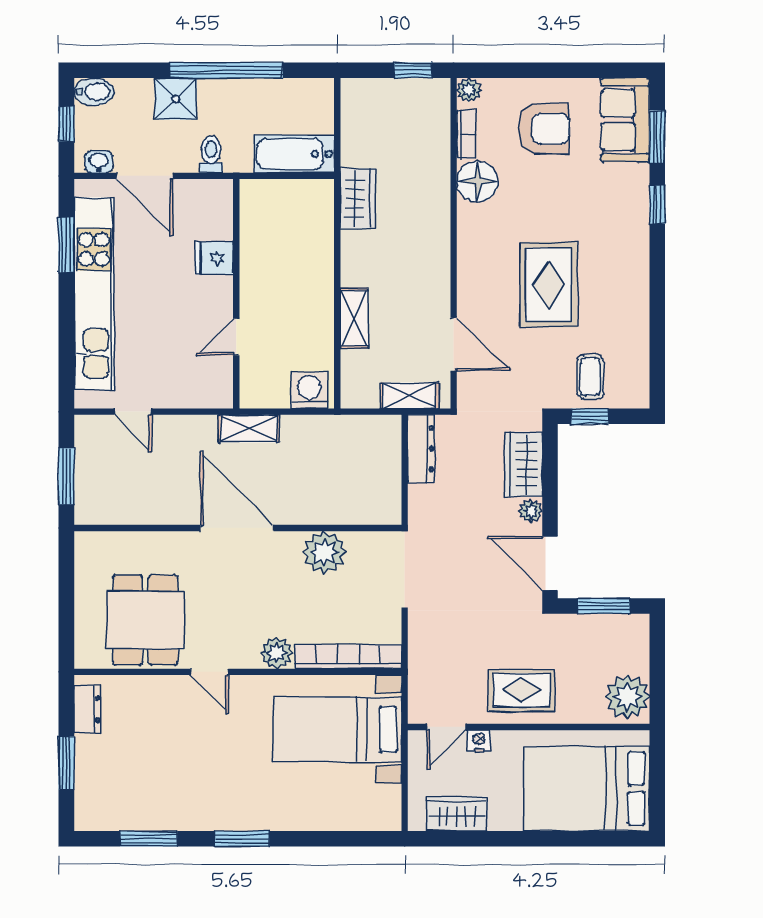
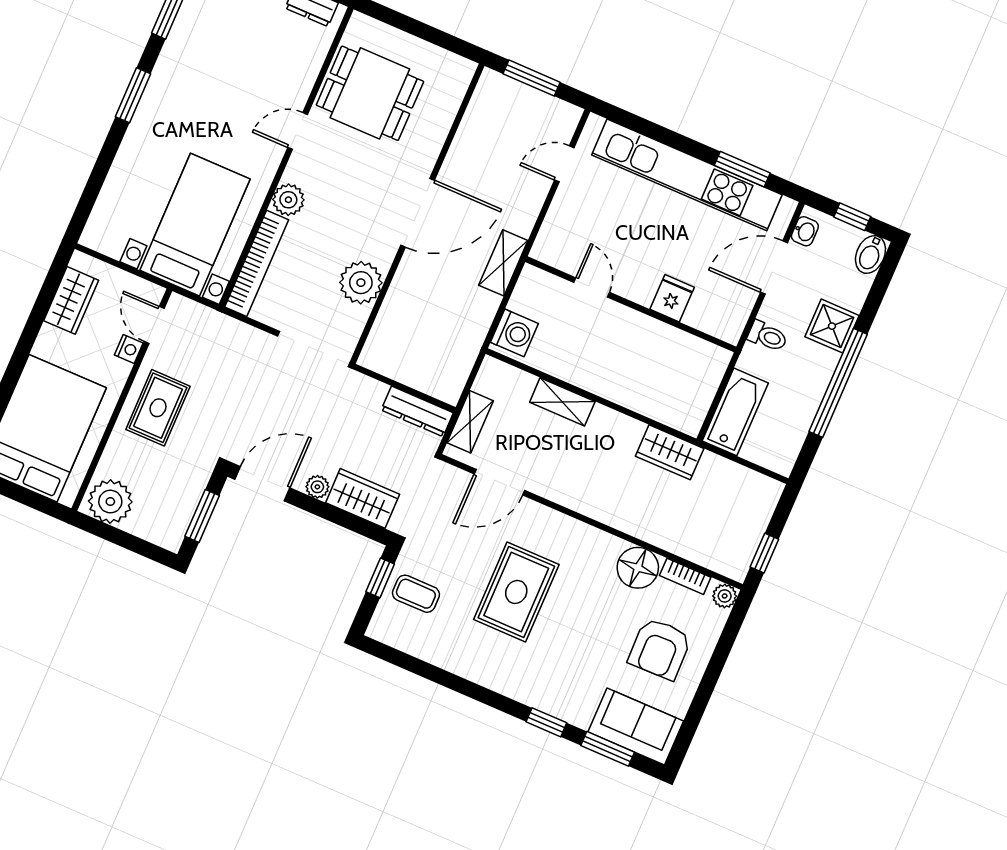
rug: (548, 285) -> (516, 592), turned 90

